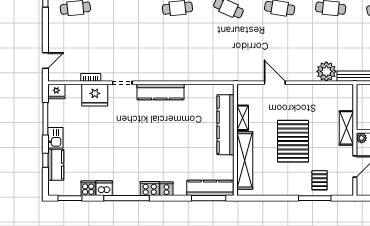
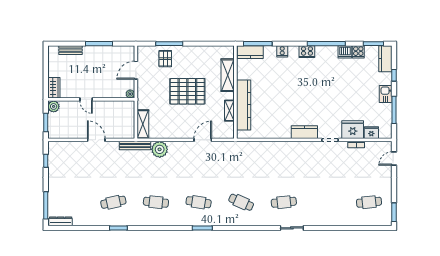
door: (275, 83) -> (203, 140), swing flipped
fridge: (56, 92) -> (371, 133), moved
kitchen counter: (160, 92) -> (304, 132), width x0.67
shelving: (346, 128) -> (143, 124), moved
pallet: (293, 141) -> (187, 91), turned 90
shelving: (245, 160) -> (228, 75), width x0.68
kitchen counter: (56, 165) -> (385, 59), moved
kitchen counter: (210, 188) -> (250, 52), width x0.67
cooker: (166, 189) -> (282, 51), moved

